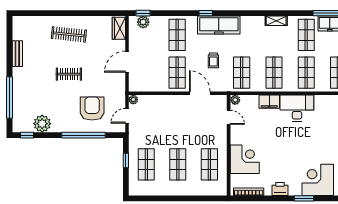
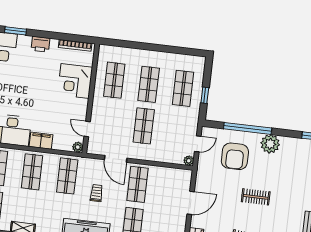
plant: (42, 124) -> (270, 144), moved
shop shelf: (178, 126) -> (144, 126), added

